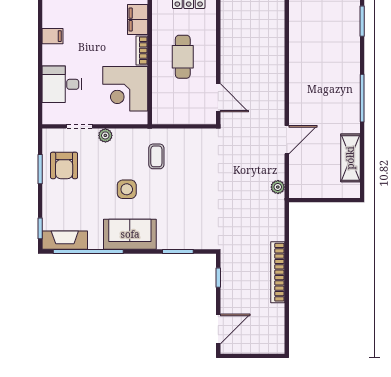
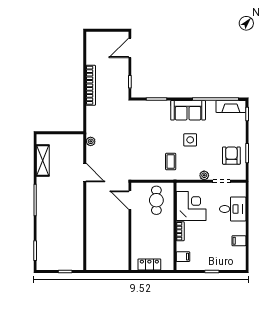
filing cabinet: (138, 19) -> (183, 257), width x0.50
cafe table: (183, 57) -> (156, 200), moved
door: (287, 140) -> (85, 173), swing flipped

